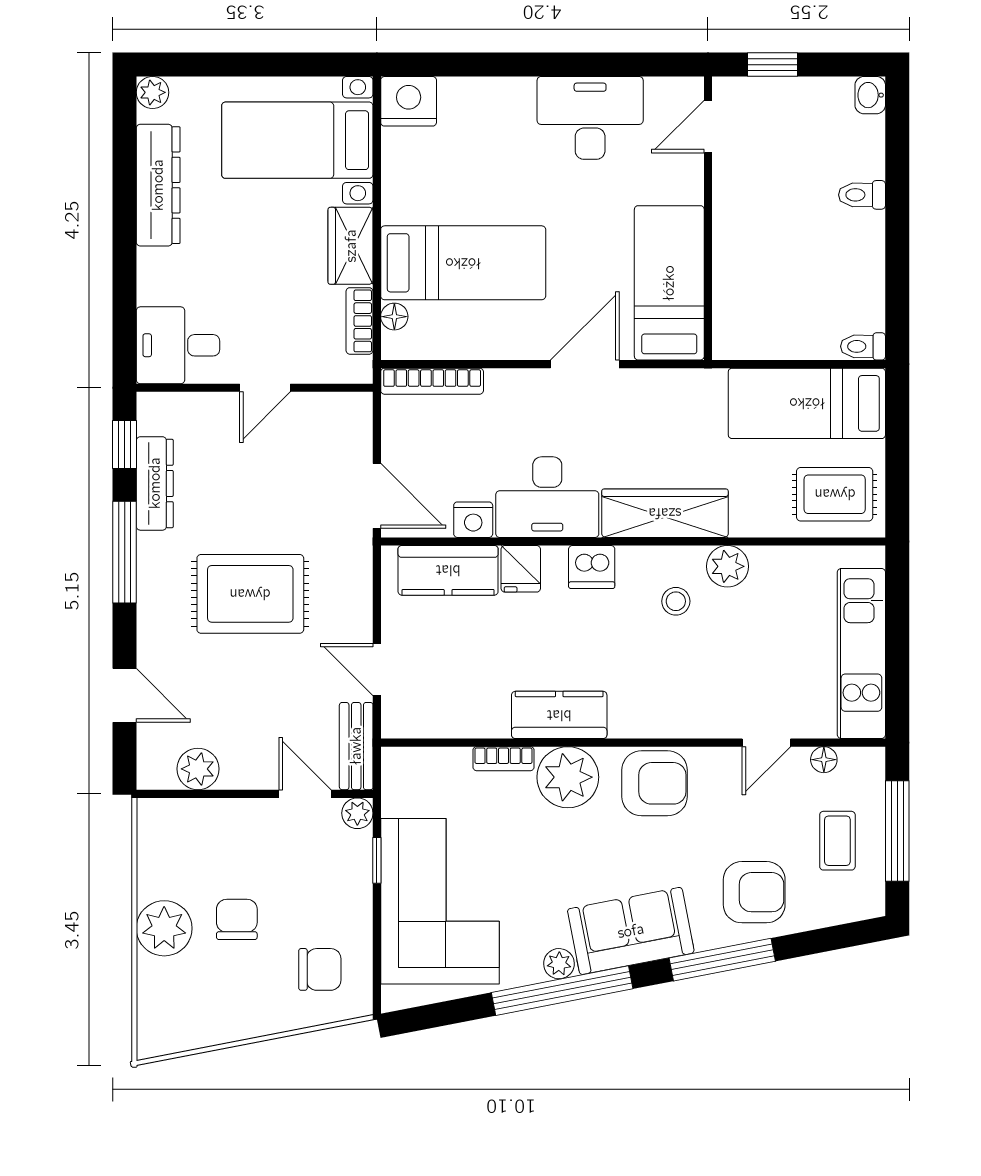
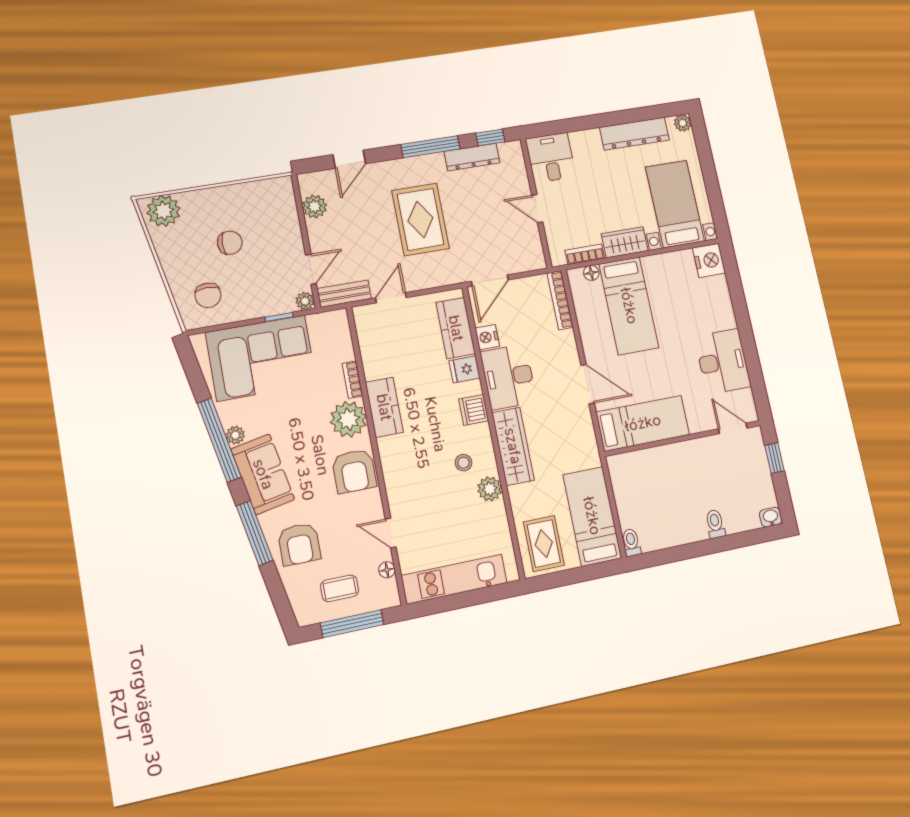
plant: (164, 928) -> (163, 211), moved

